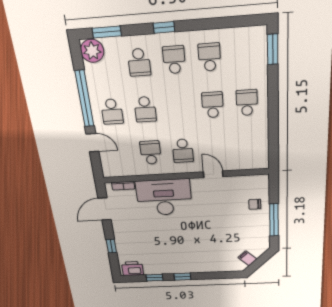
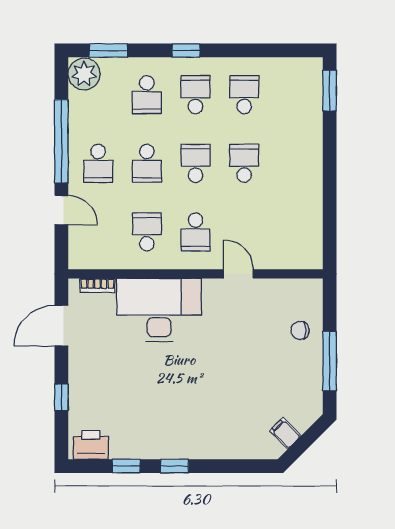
school desk: (247, 103) -> (196, 163), moved

